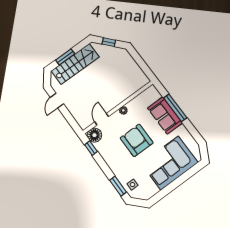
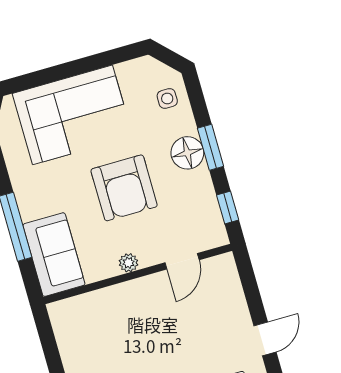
sofa: (165, 115) -> (54, 255), moved
floor lamp: (94, 135) -> (187, 153), moved
window: (118, 186) -> (210, 147), moved

